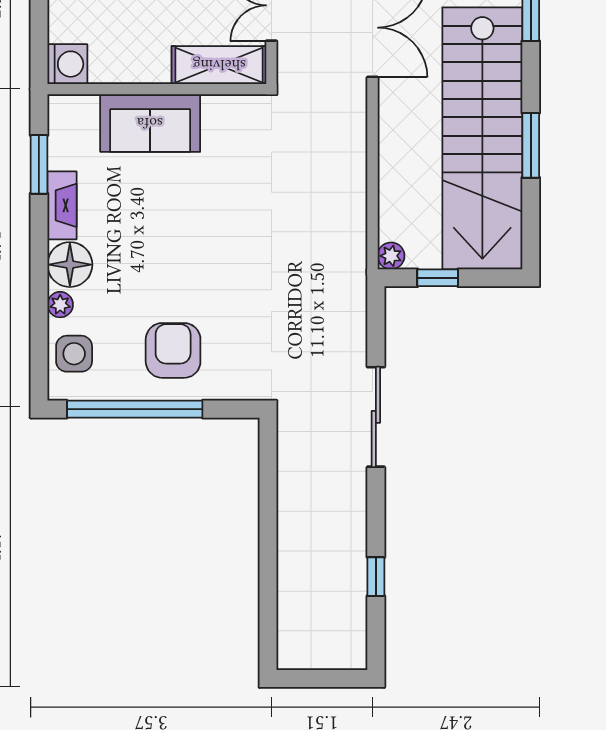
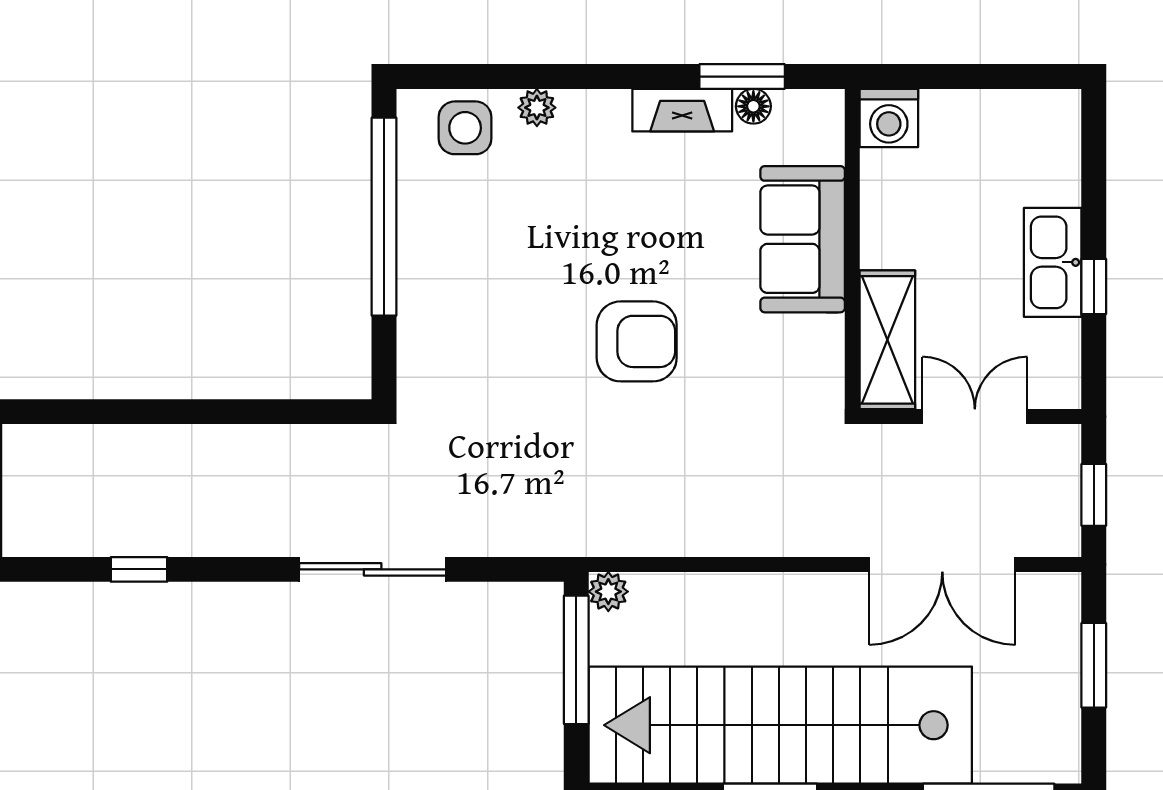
floor lamp: (70, 265) -> (753, 106), moved, width x0.53, depth x0.53
window: (438, 278) -> (576, 660), width x2.17
armchair: (173, 350) -> (637, 341), moved

